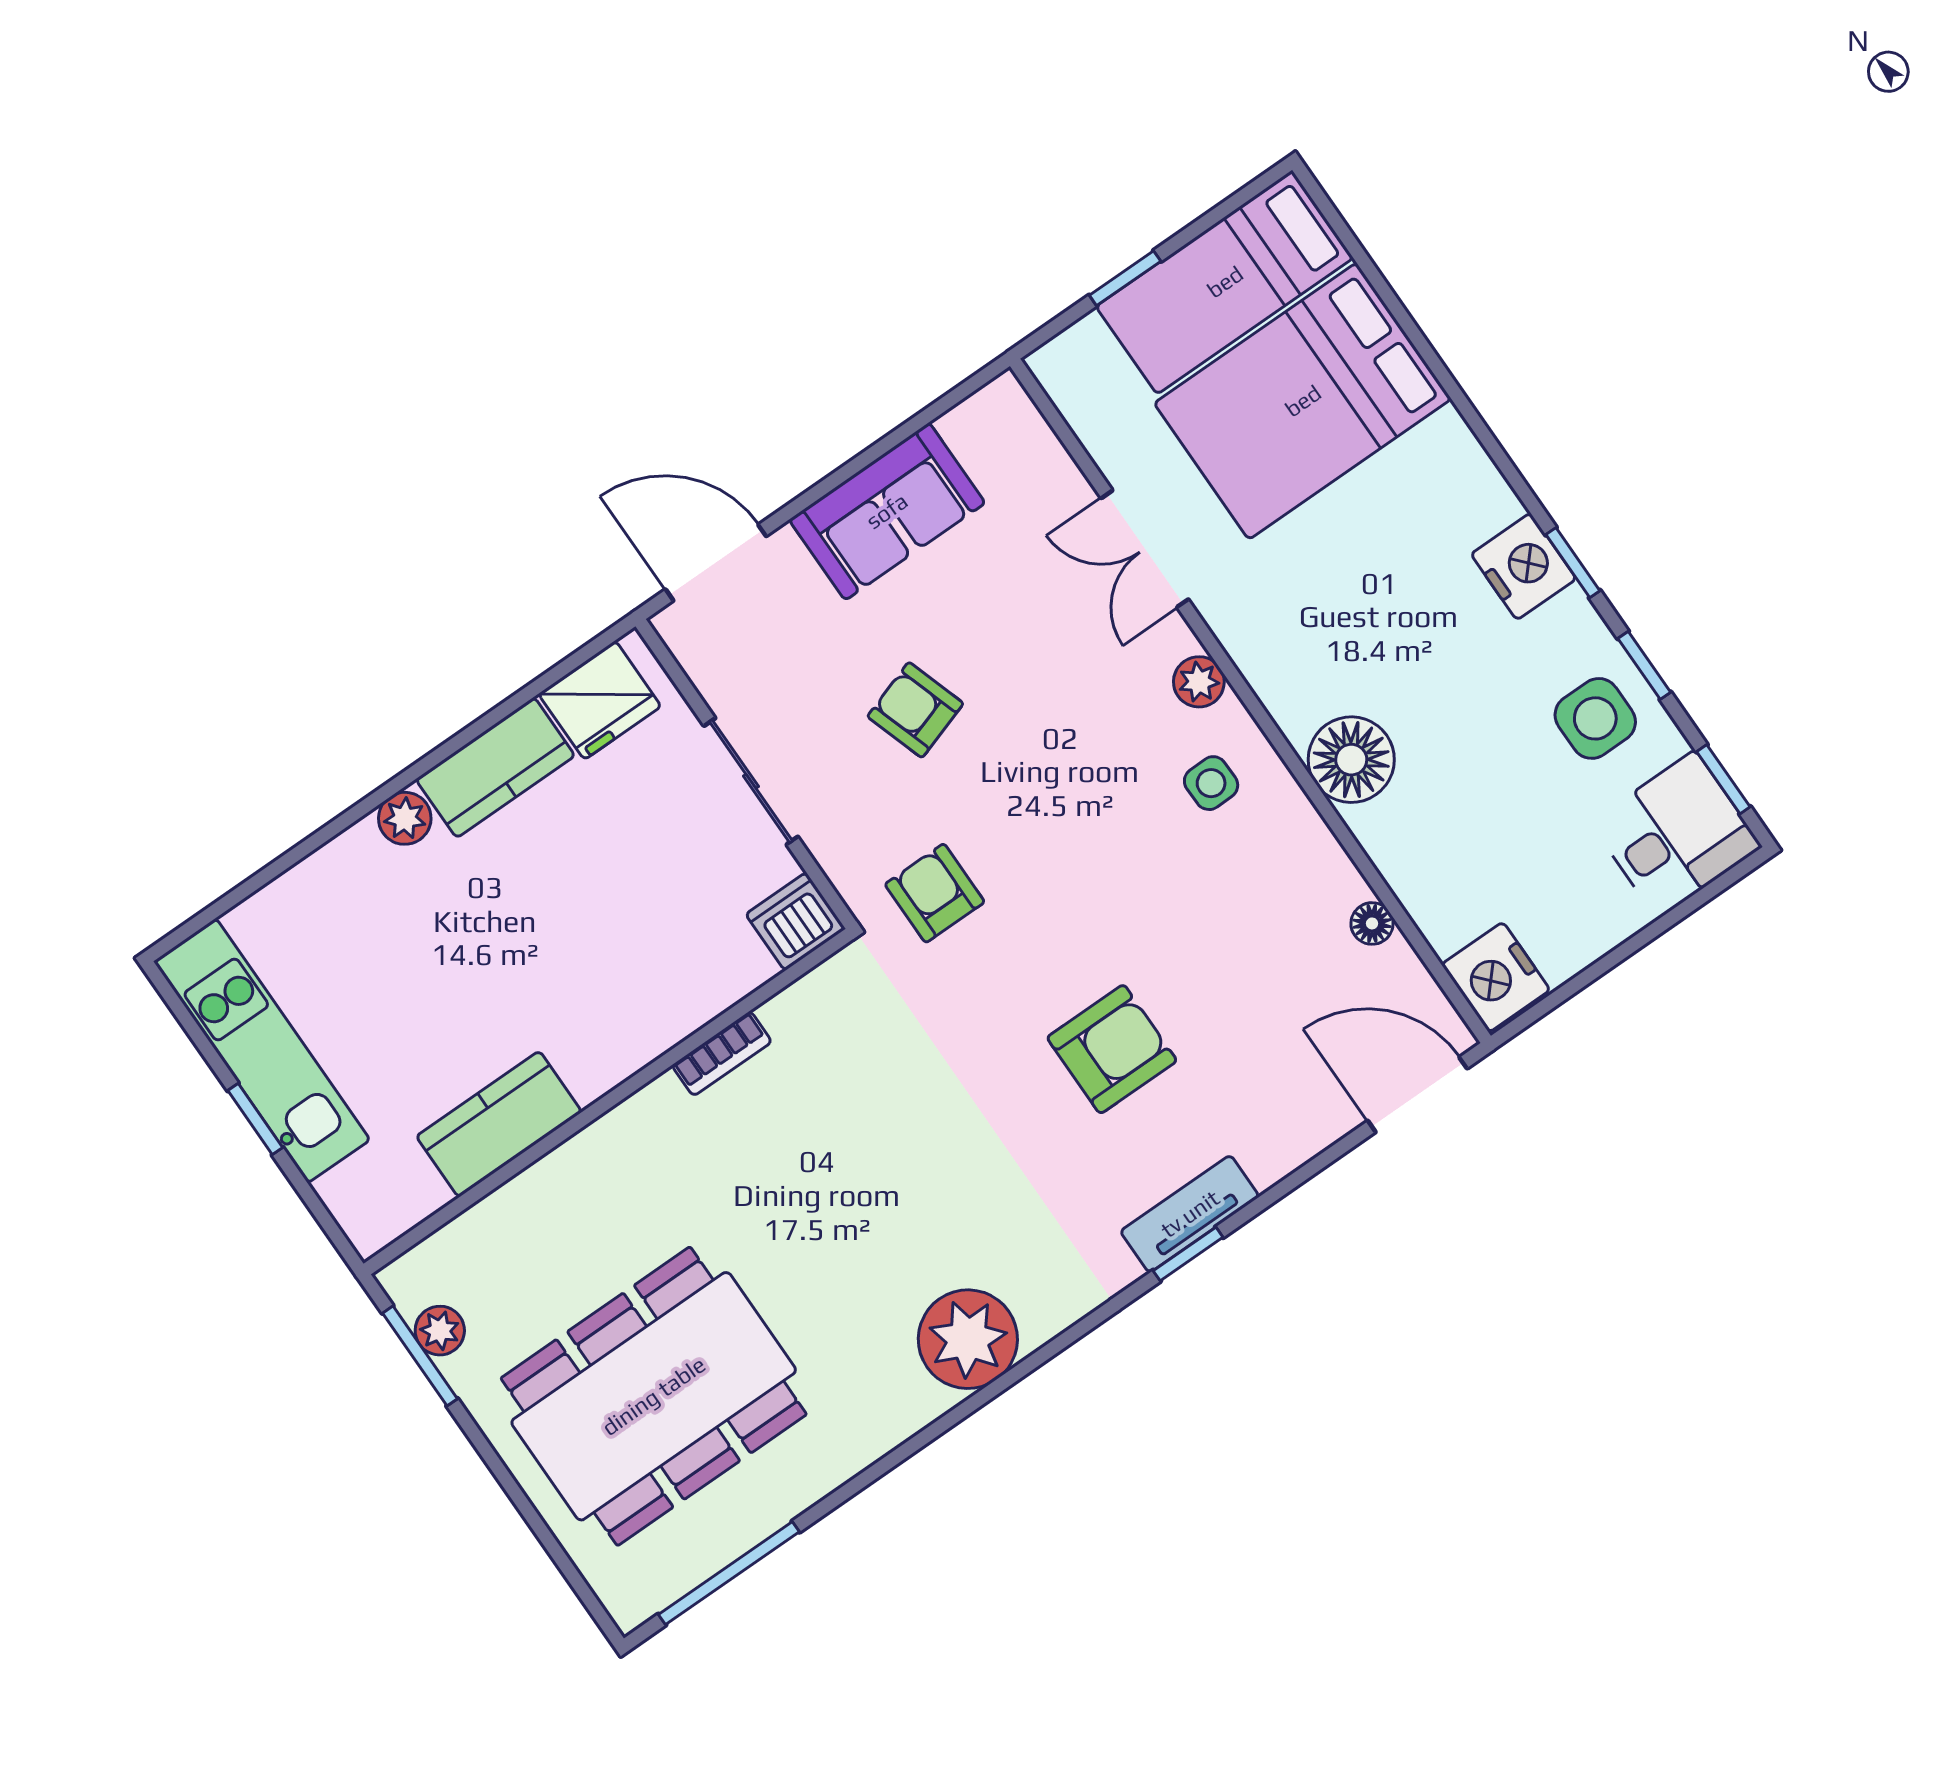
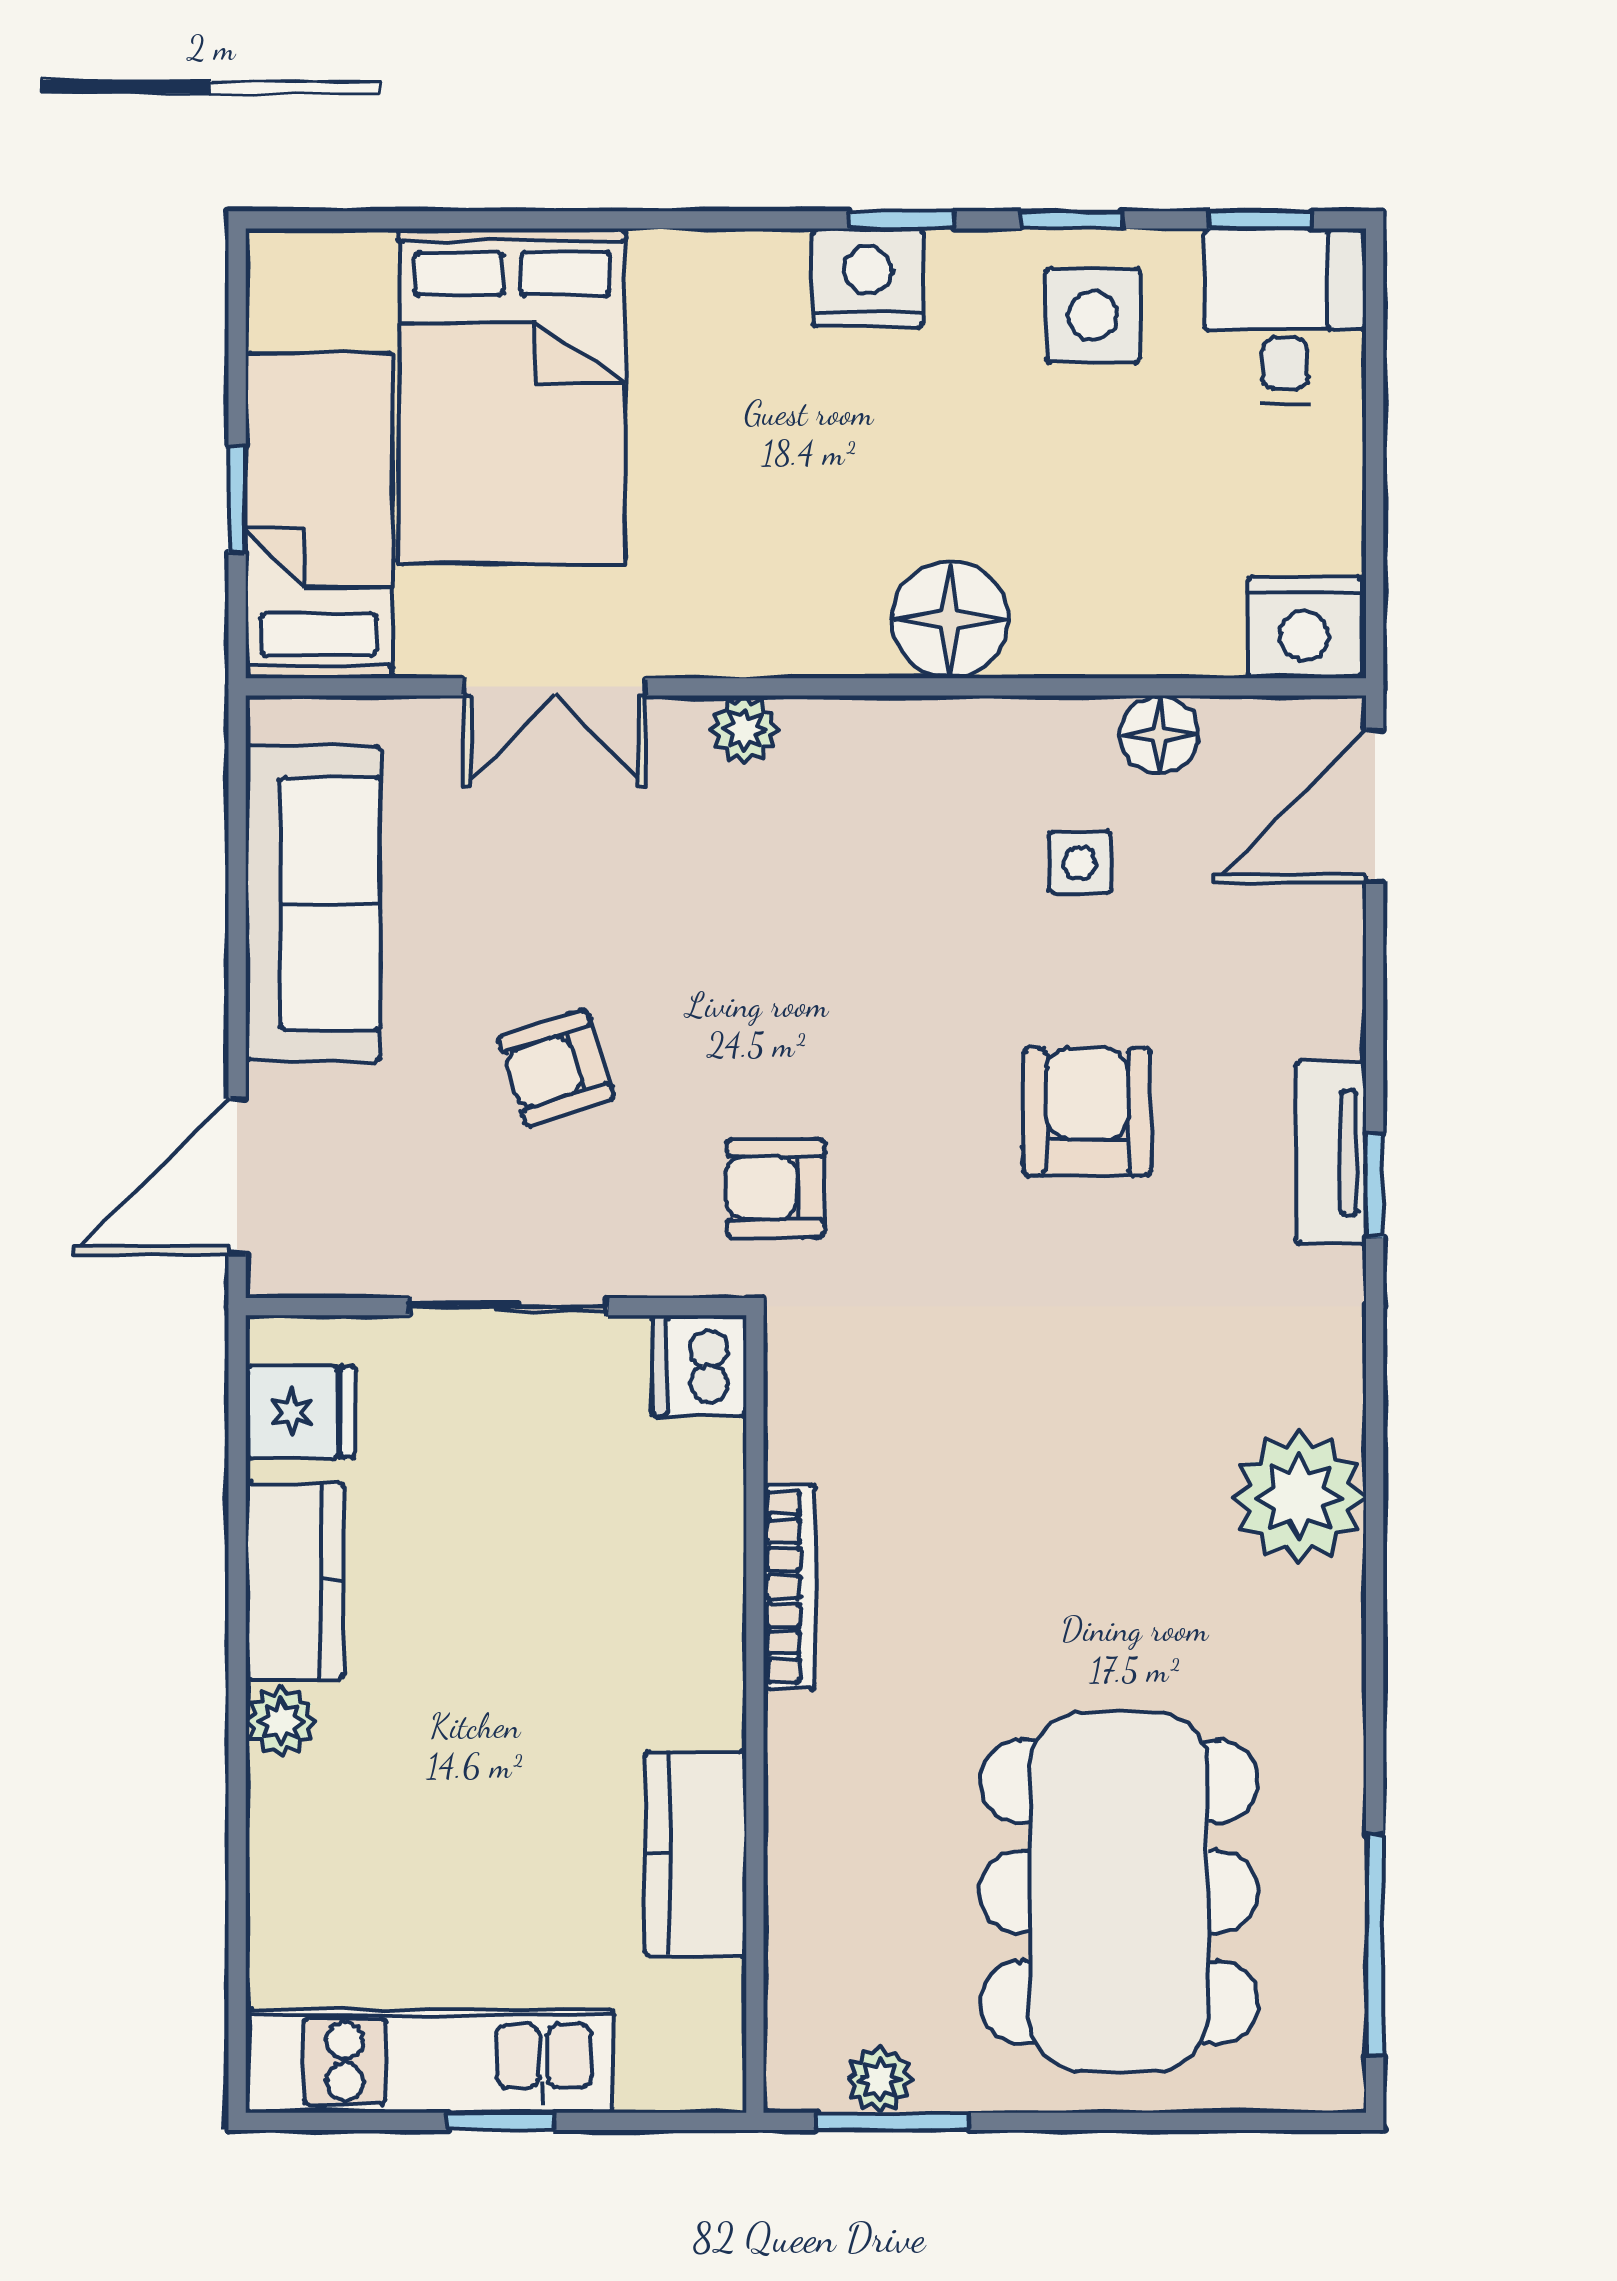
bed: (1225, 282) -> (319, 516), moved, turned 180
sofa: (887, 511) -> (313, 903), width x1.36
fridge: (600, 700) -> (301, 1412), width x0.72
side table: (1211, 783) -> (1080, 862), moved
floor lamp: (1372, 923) -> (1159, 734), width x1.37, depth x1.37
bookcase: (722, 1054) -> (790, 1587), width x1.56

